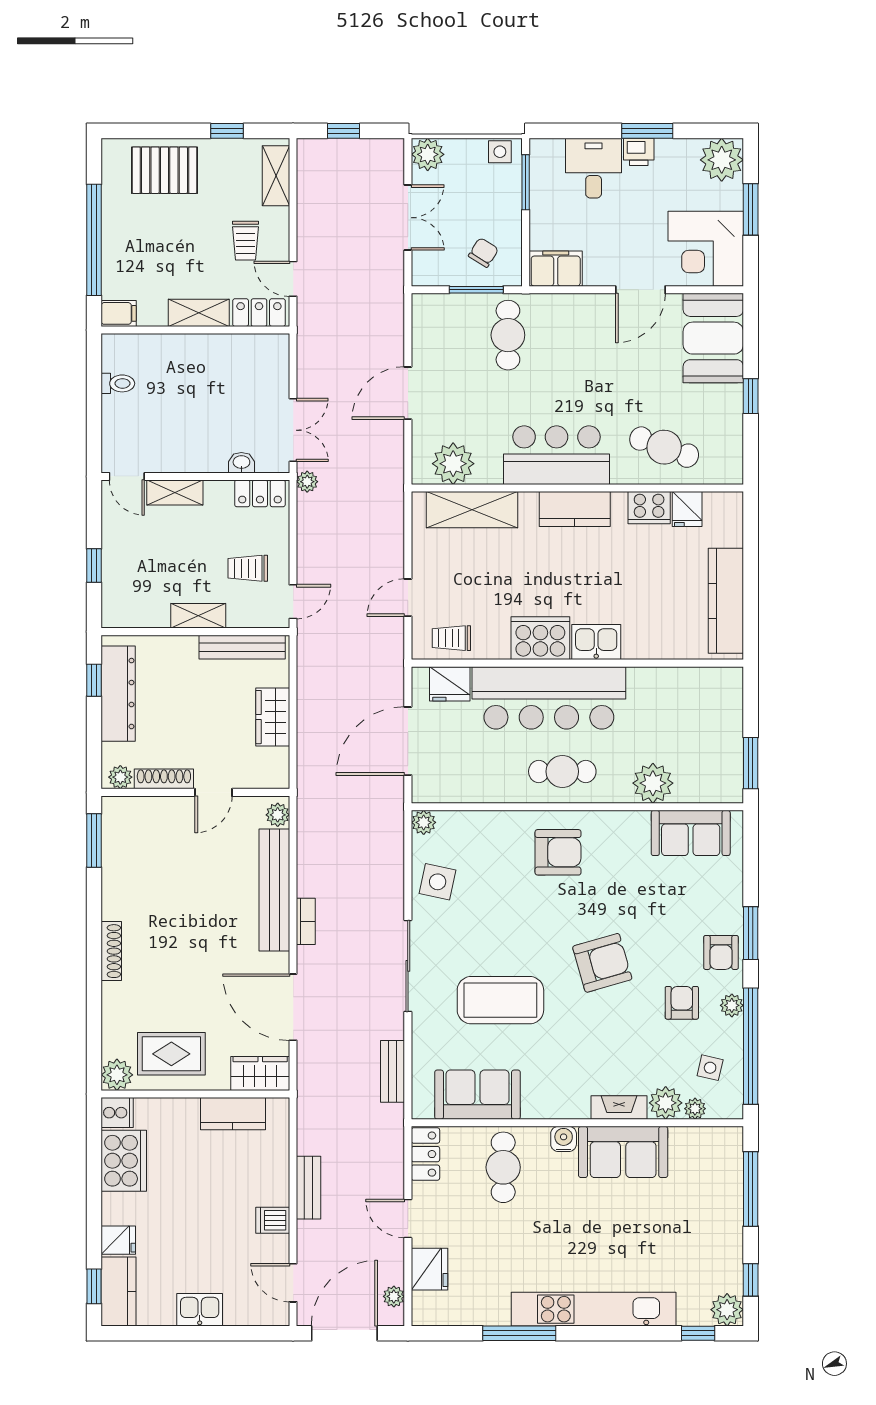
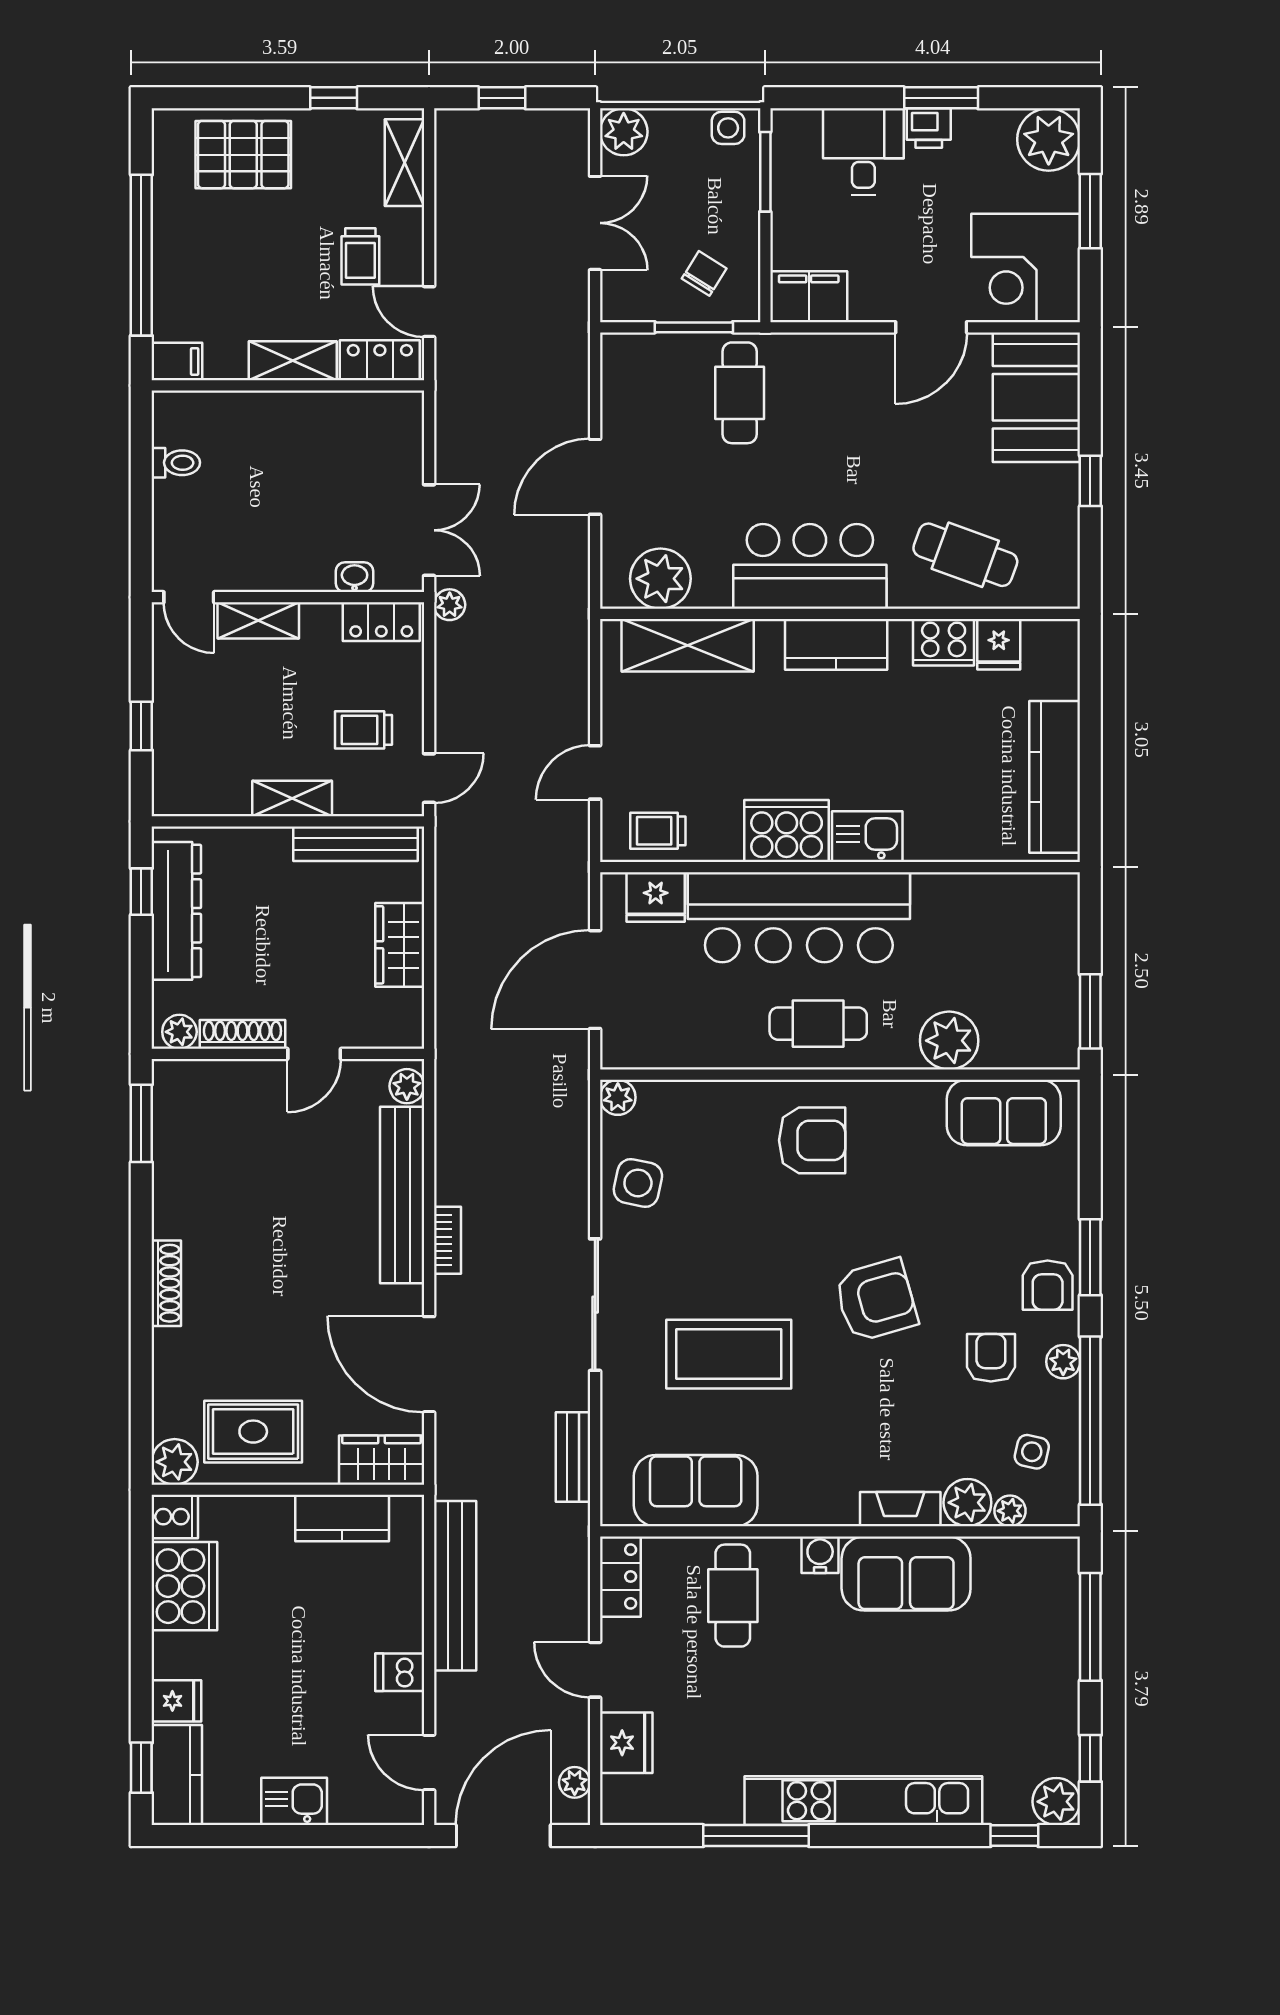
bench: (308, 1188) -> (455, 1586), width x1.86, depth x1.21

